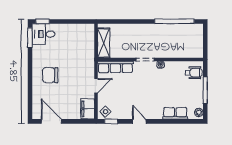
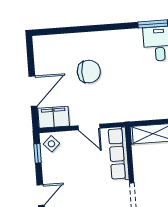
chair: (50, 75) -> (89, 72), moved, turned 90
door: (51, 121) -> (33, 91), moved

